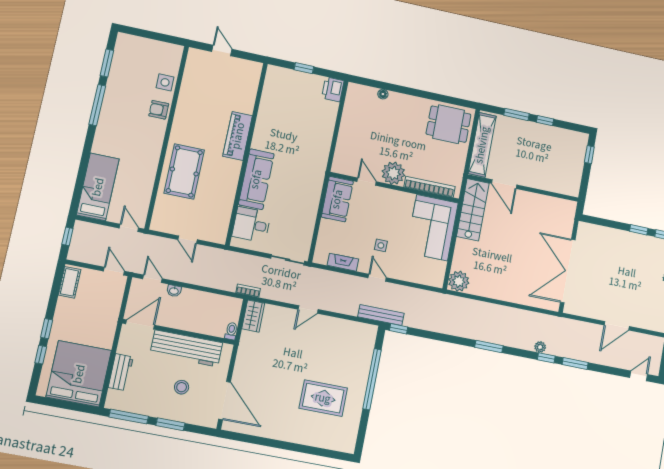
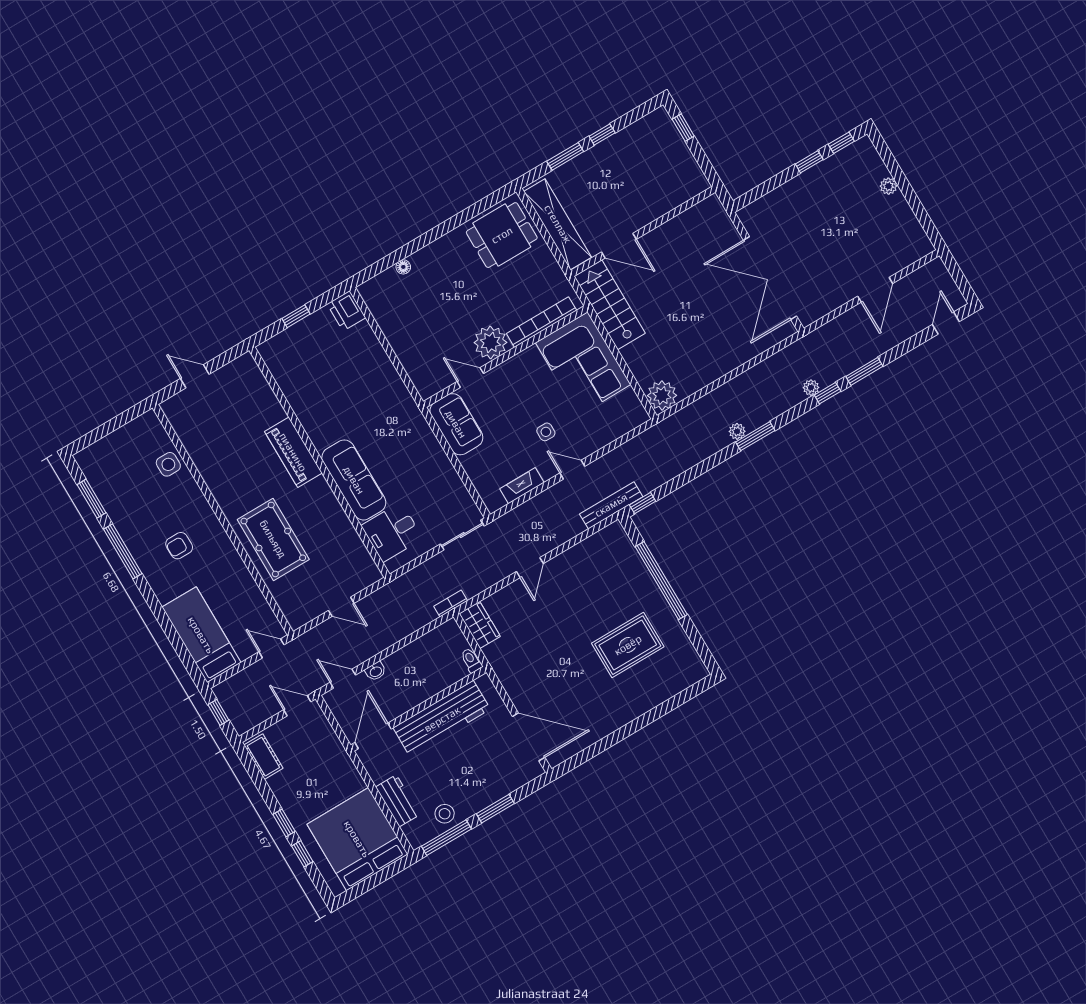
armchair: (159, 110) -> (179, 546), moved
plant: (482, 335) -> (737, 431), added
stool: (182, 387) -> (445, 814), moved

